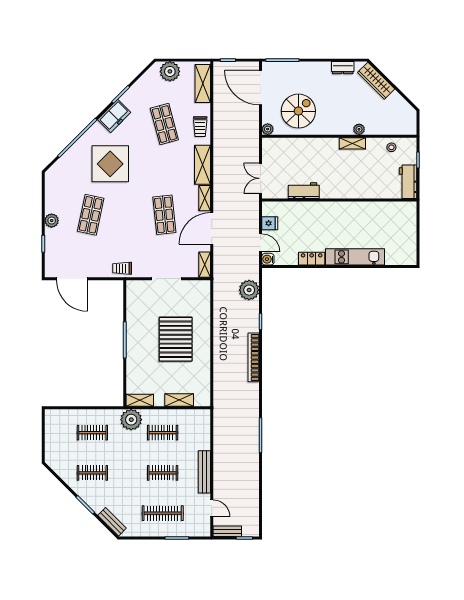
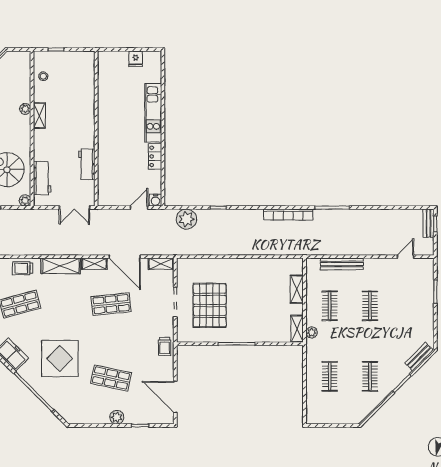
trolley: (200, 127) -> (23, 268), turned 180
workbench: (408, 182) -> (42, 178), moved, turned -90
fridge: (270, 223) -> (136, 59), moved, turned 180
door: (72, 279) -> (175, 397), swing flipped
pallet: (176, 339) -> (210, 305), moved, turned 90
bookcase: (254, 357) -> (288, 215), moved
plant: (131, 420) -> (312, 332), width x0.53, depth x0.53
bench: (204, 472) -> (342, 264), moved
clothes rail: (163, 513) -> (410, 306), removed
bench: (227, 531) -> (429, 223), moved

